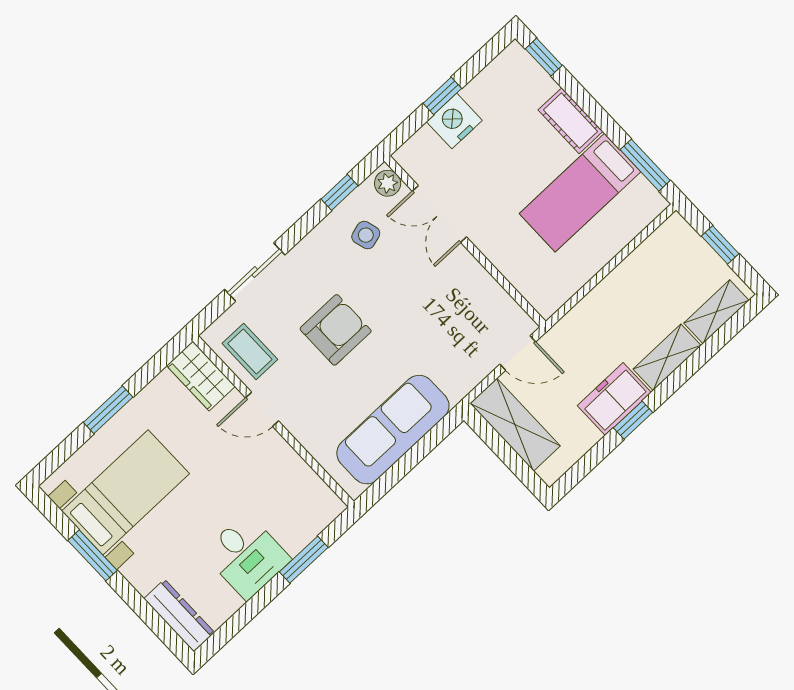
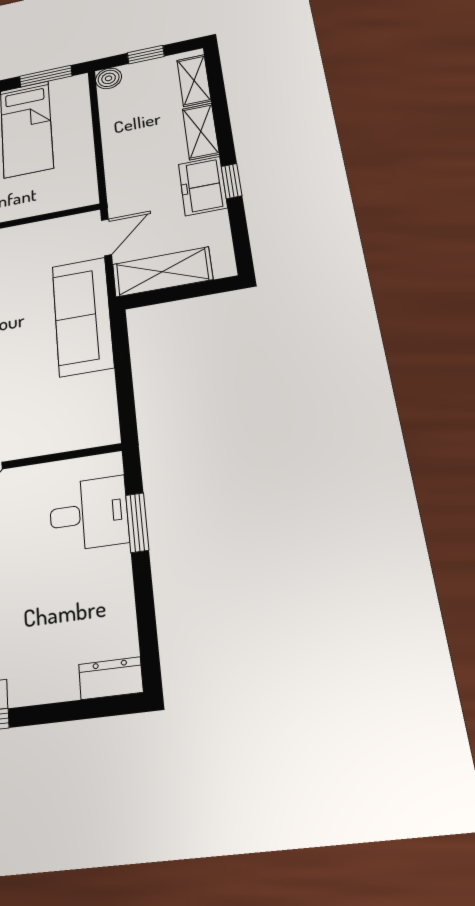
boiler: (676, 229) -> (109, 78), added
sofa: (393, 430) -> (83, 316), moved
desk: (247, 556) -> (89, 514), moved
dresser: (179, 616) -> (111, 678), width x0.70

